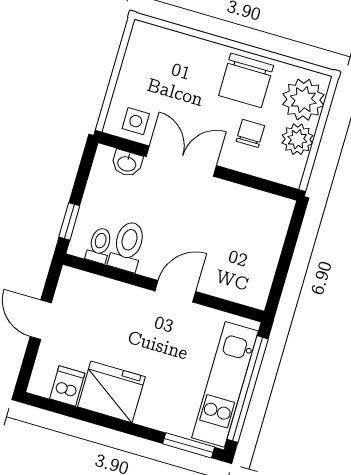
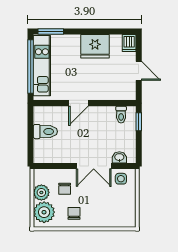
chair: (246, 80) -> (74, 213), width x0.54, depth x0.54
toilet: (128, 246) -> (45, 132), moved, turned -90
dishwasher: (67, 386) -> (129, 43), moved

